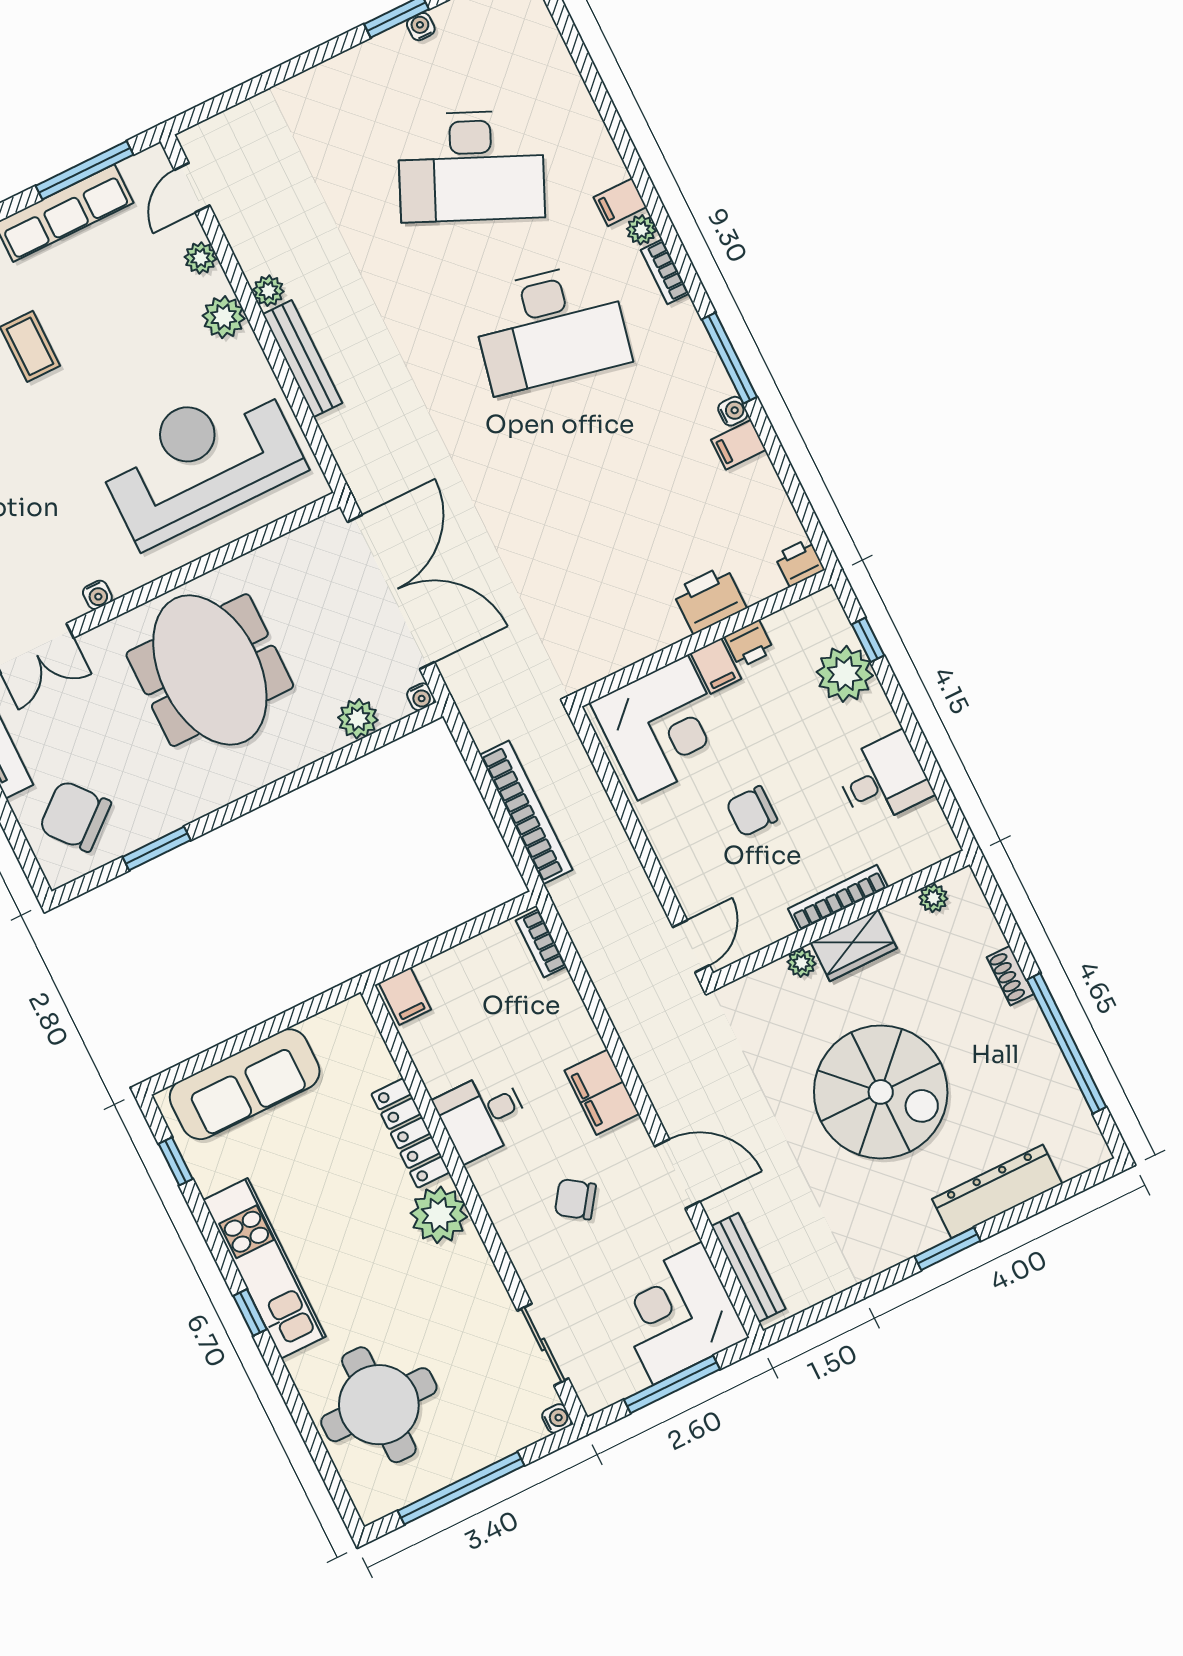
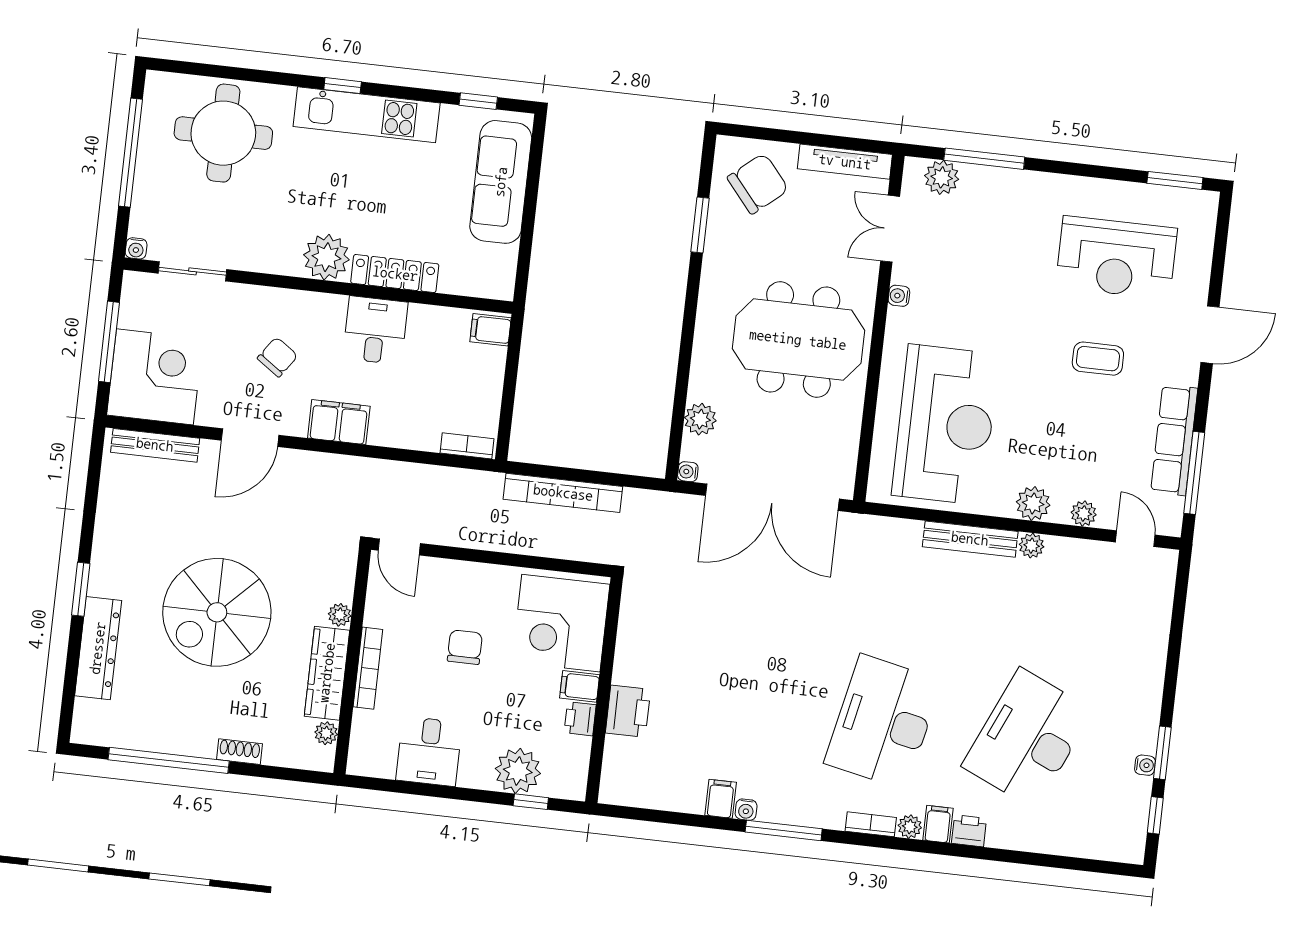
printer: (800, 563) -> (969, 831), moved, turned -90
wardrobe: (854, 945) -> (327, 673), width x1.50

